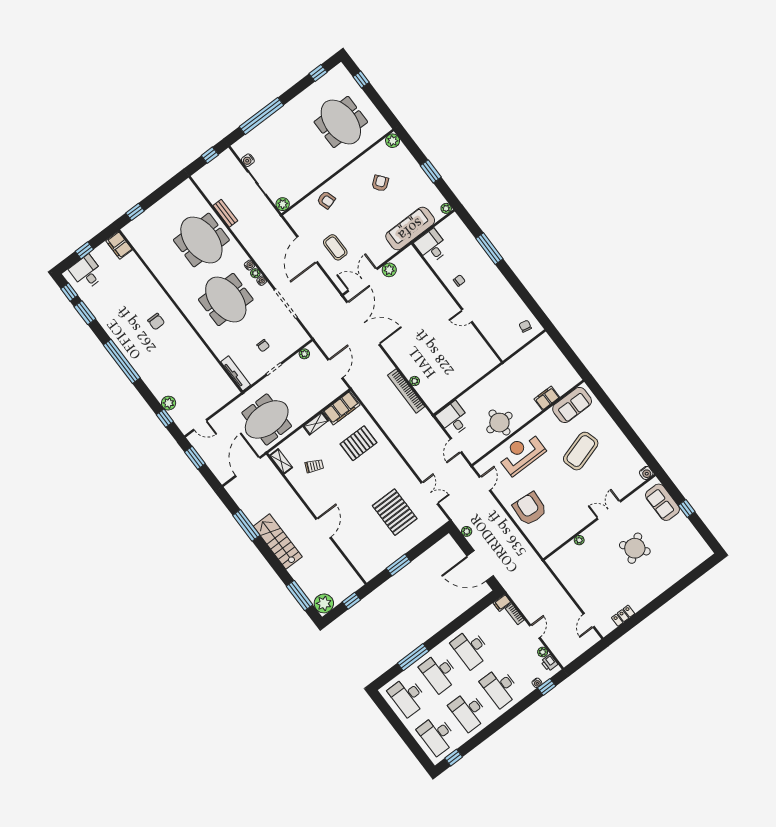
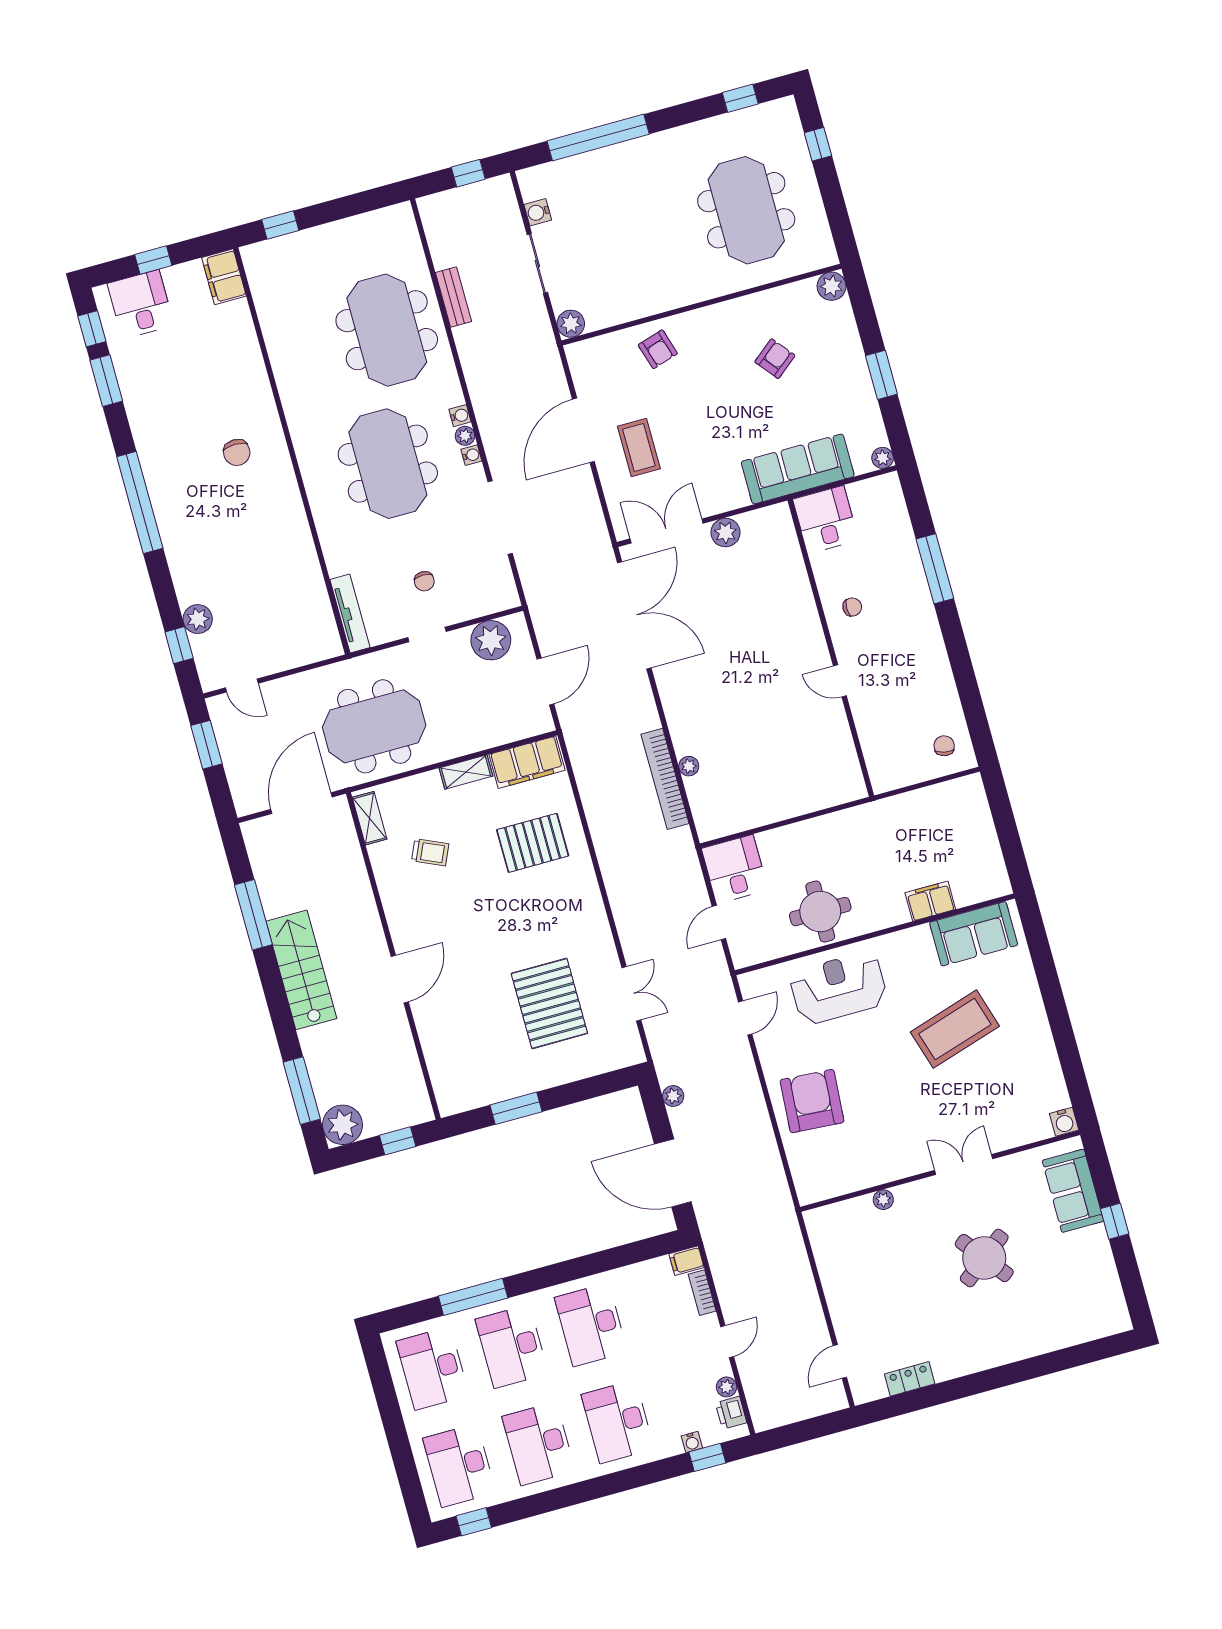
plant: (304, 354) -> (491, 640), width x1.88, depth x1.88

